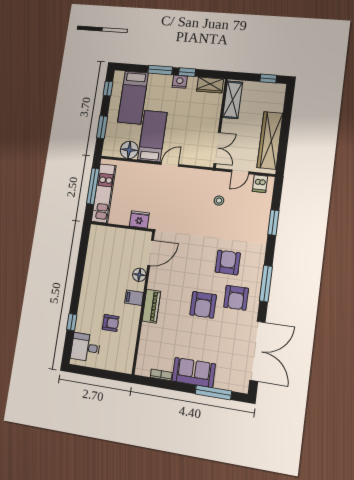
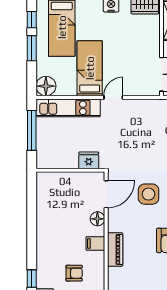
window: (102, 127) -> (32, 48), moved
floor lamp: (129, 150) -> (46, 86), moved
kitchen unit: (104, 193) -> (68, 108), moved, turned 90
side table: (190, 258) -> (149, 194), added

